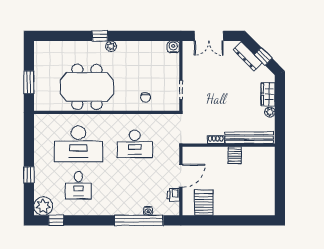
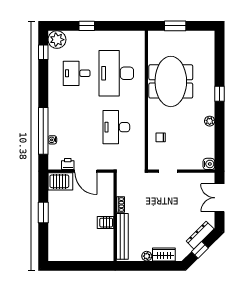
plant: (111, 46) -> (210, 121), moved
server rack: (204, 203) -> (60, 181), moved
window: (224, 220) -> (43, 213), added

